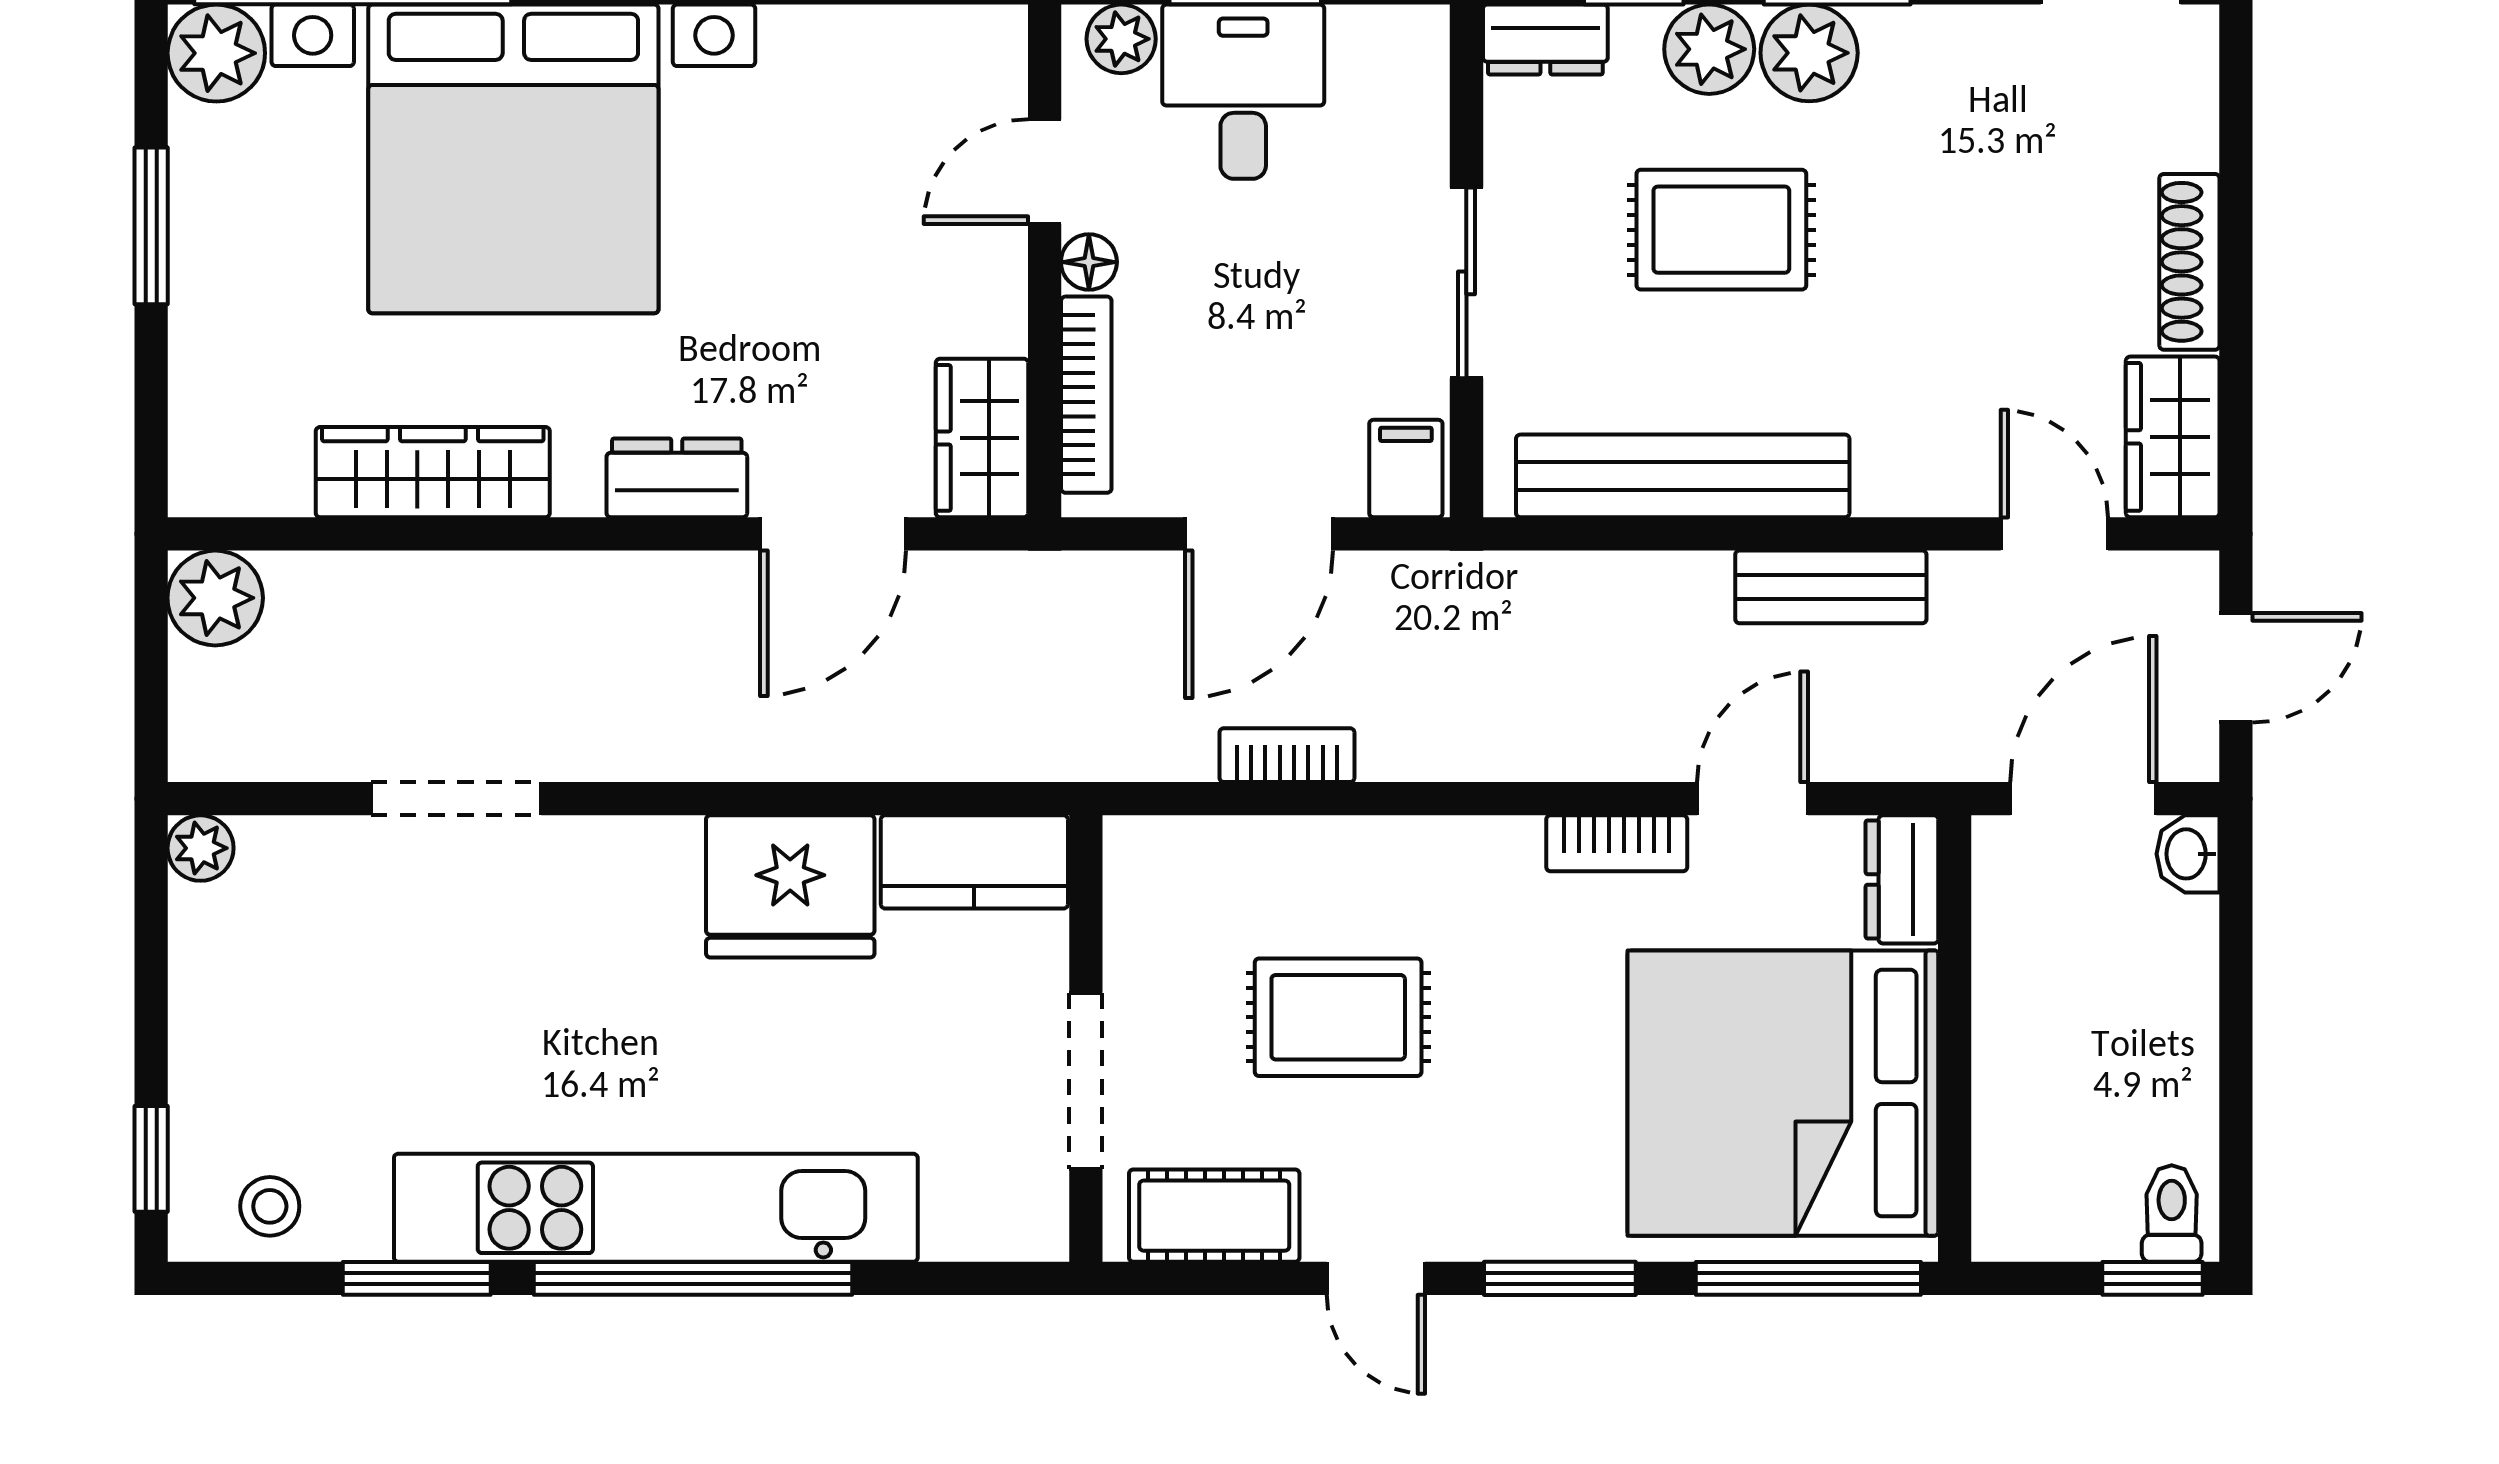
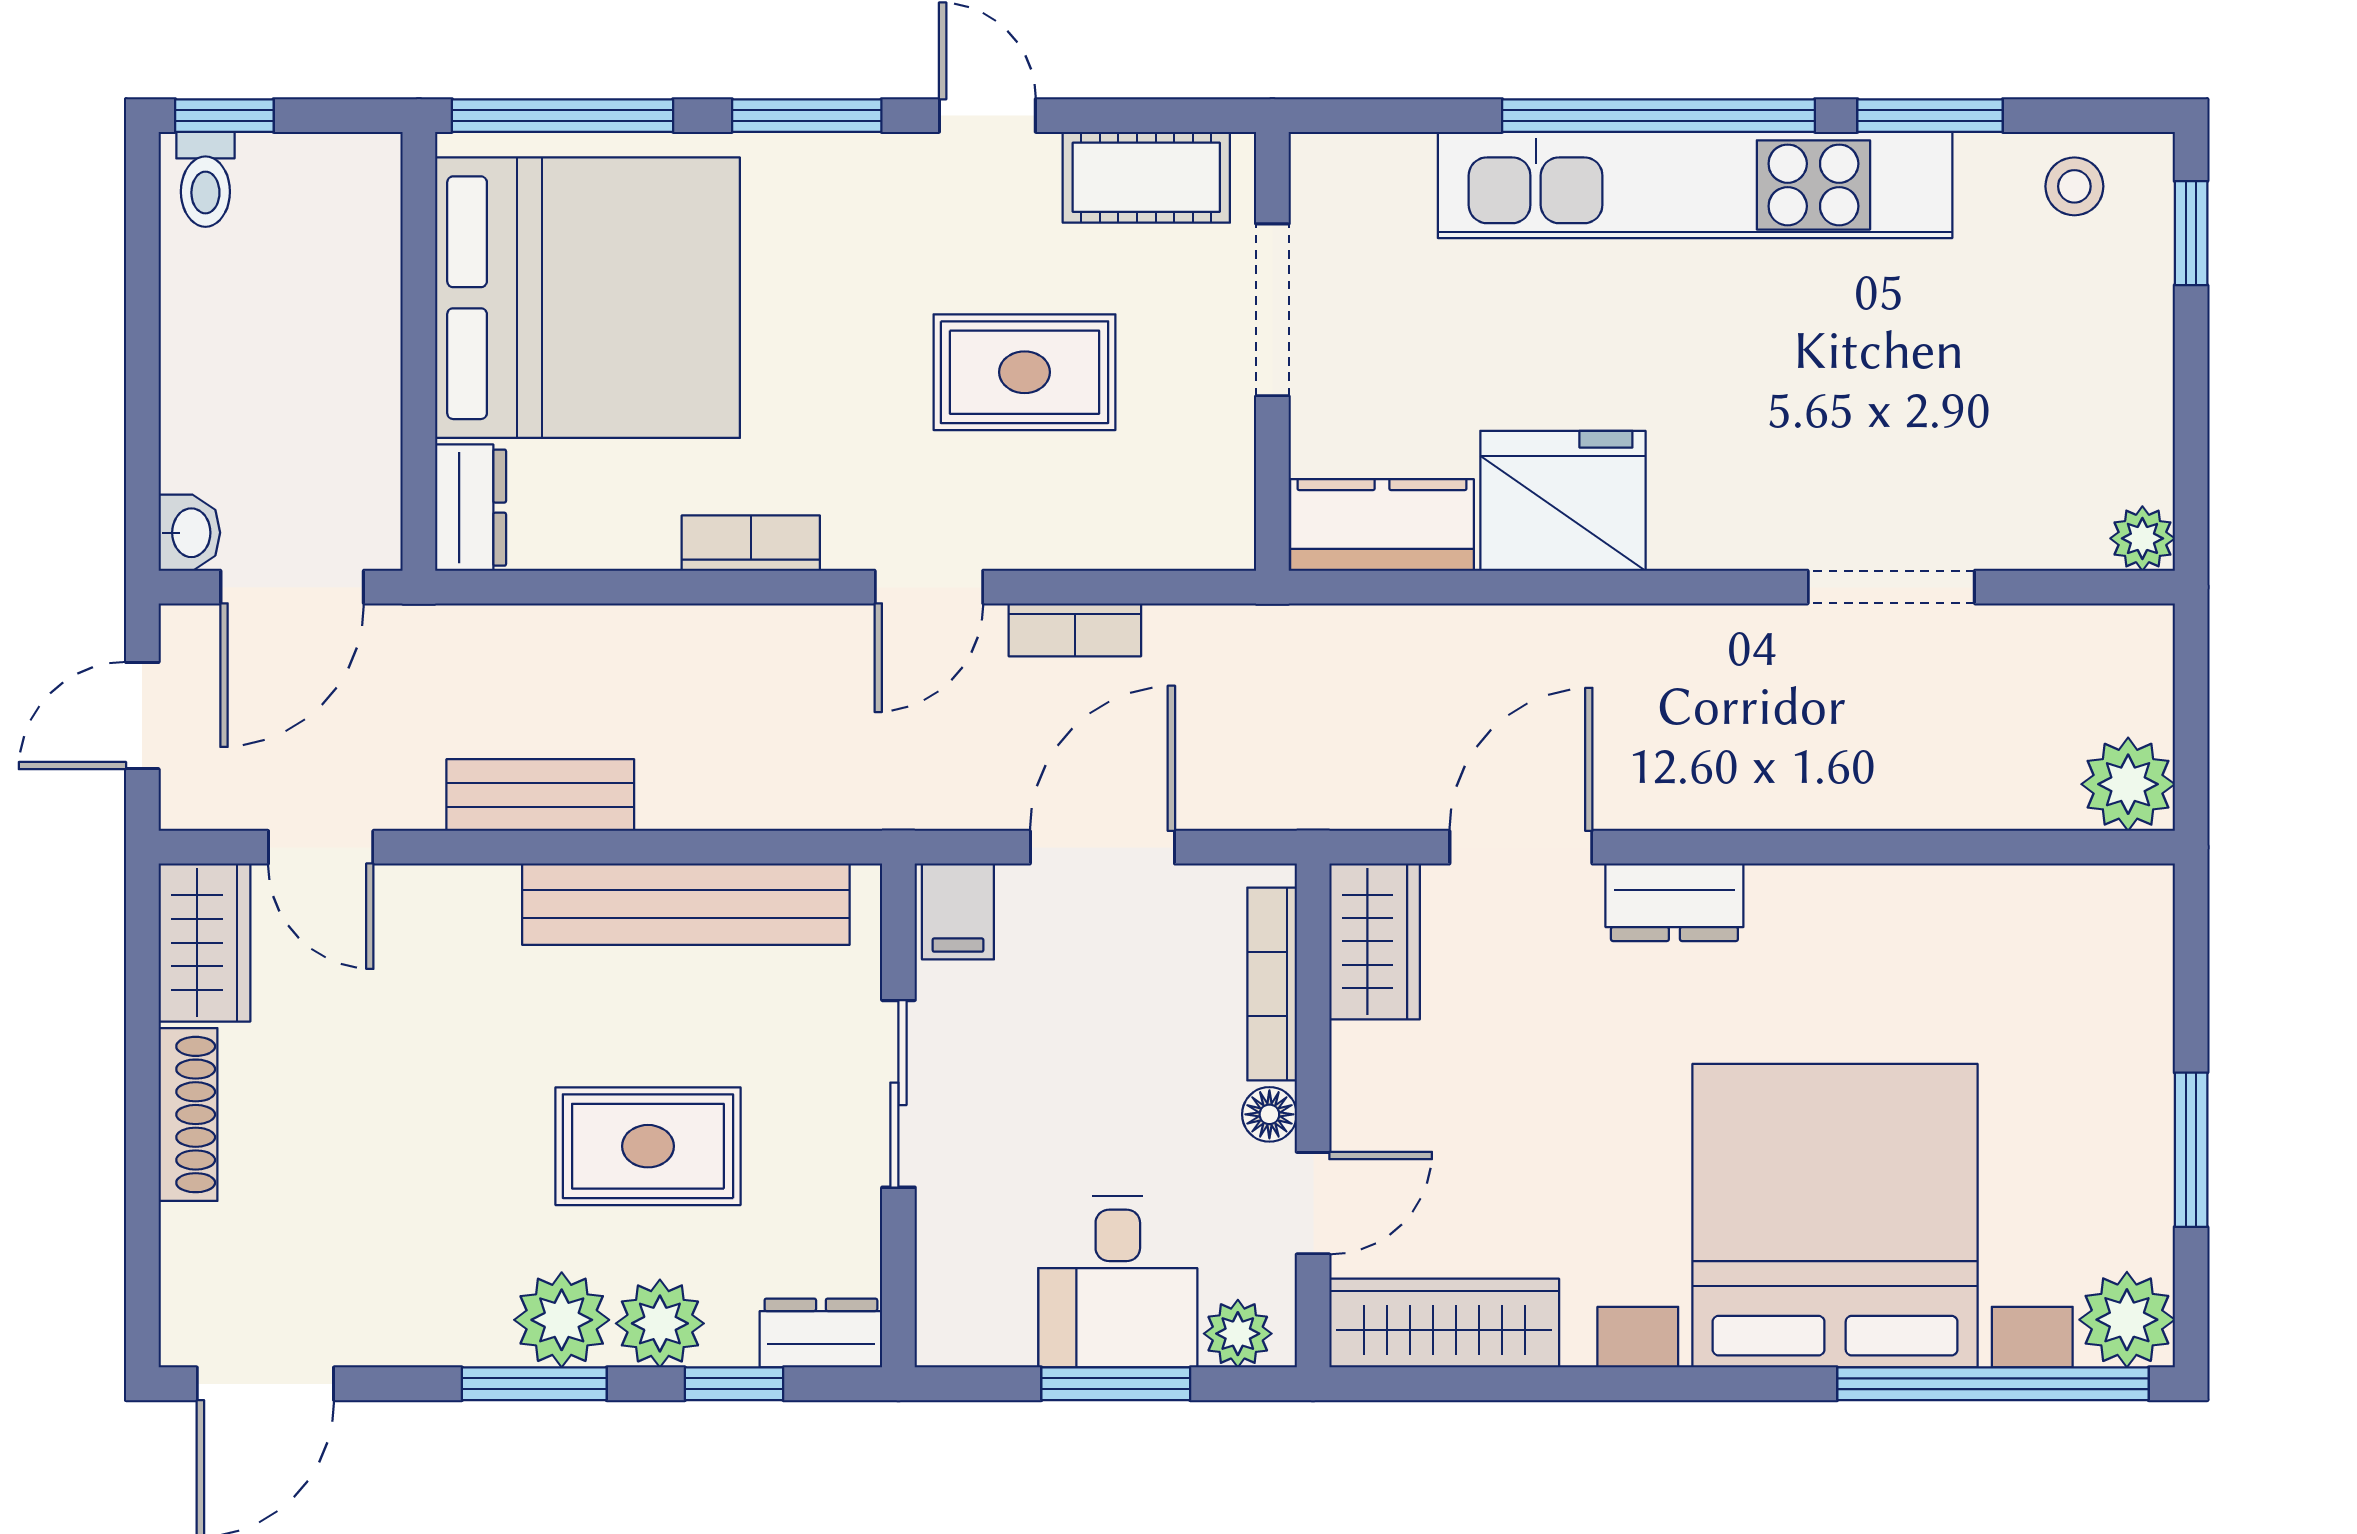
wardrobe: (433, 472) -> (1444, 1323), moved, turned 180
door: (1753, 799) -> (929, 587), moved

